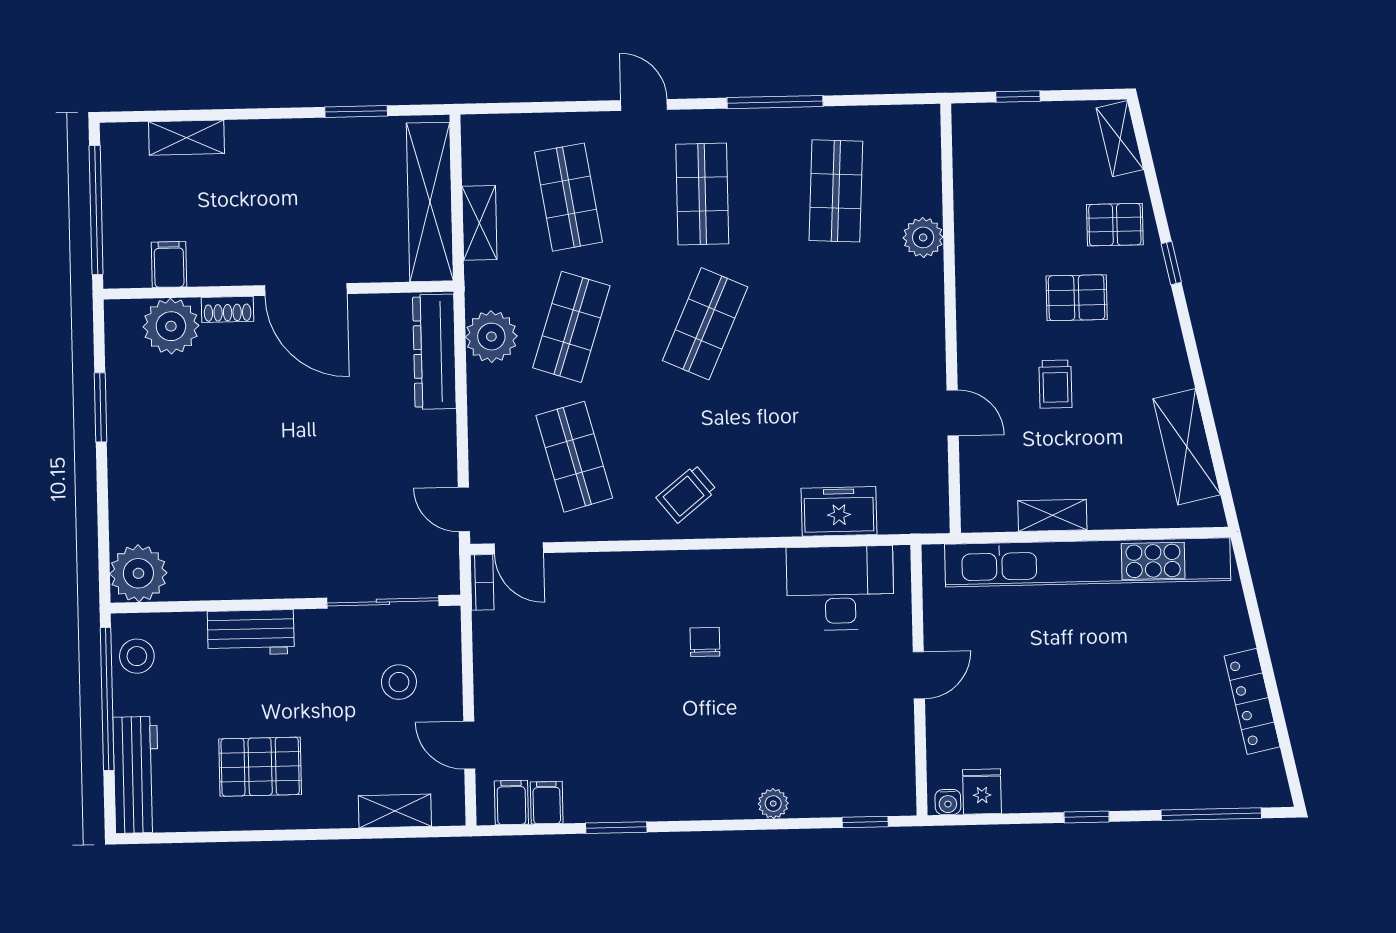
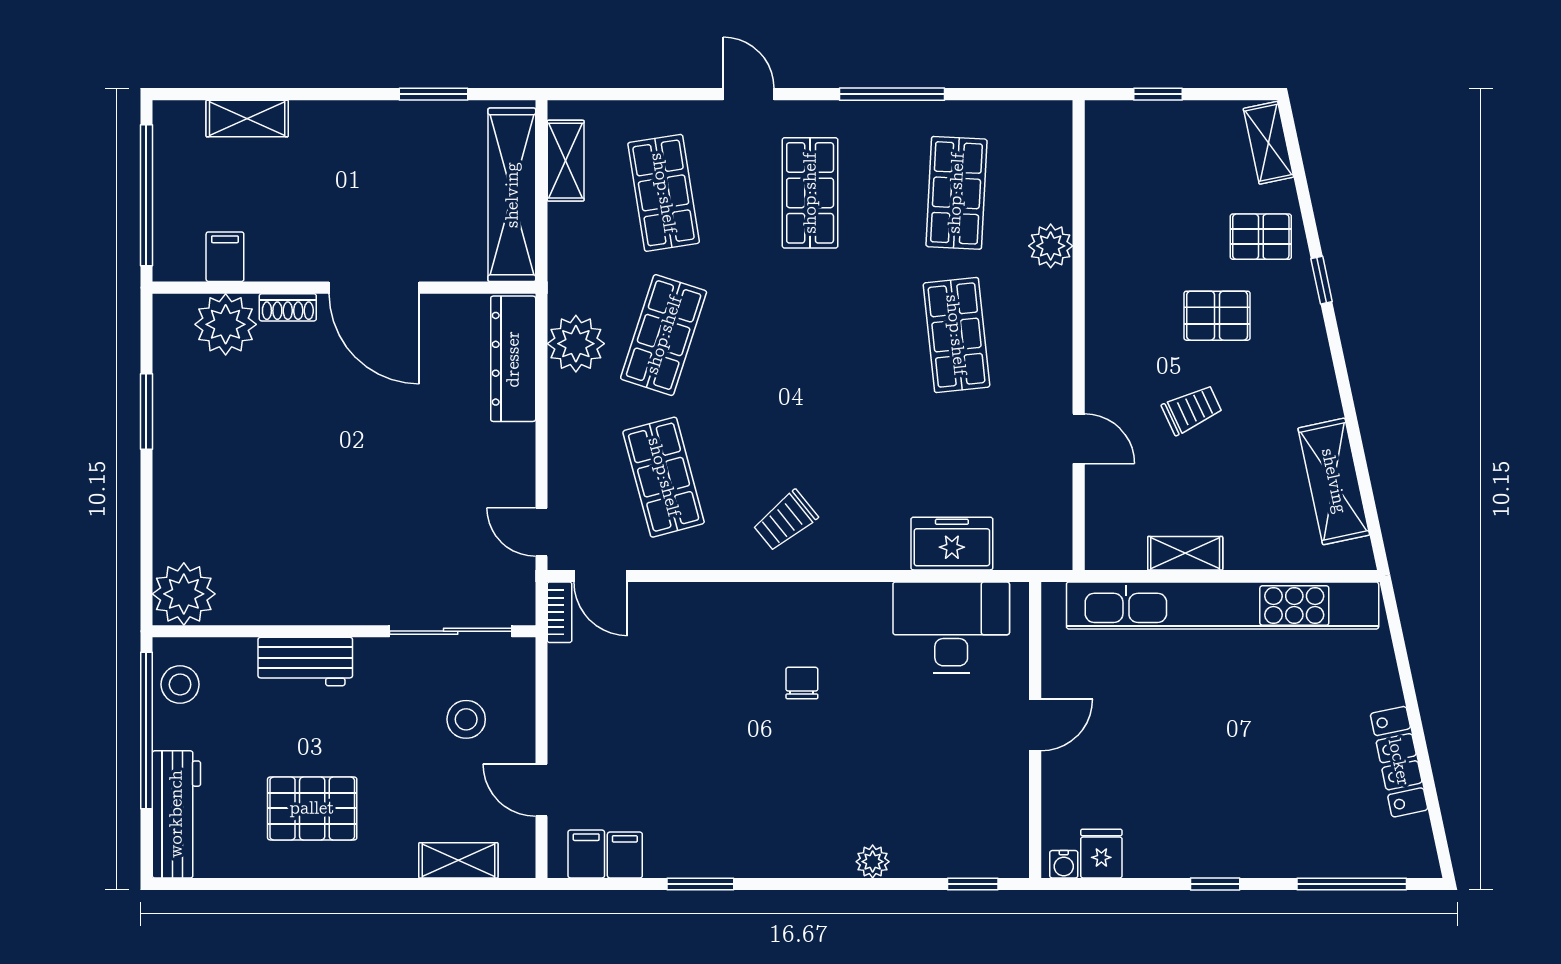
shelving: (479, 223) -> (566, 161), moved
shop shelf: (705, 324) -> (956, 335), moved, turned -30
trolley: (1055, 384) -> (1192, 410), turned -115

